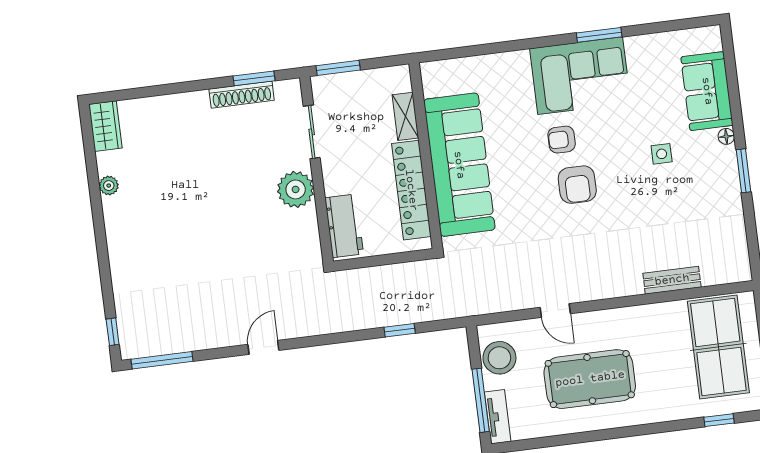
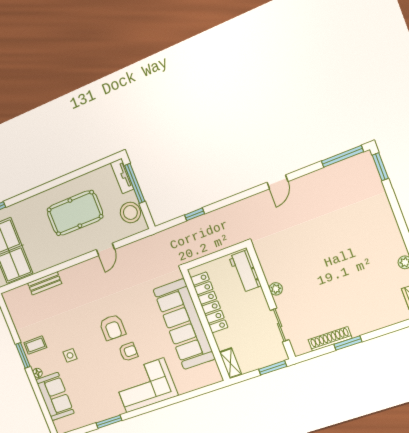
window: (599, 35) -> (109, 422), moved
corner sofa: (580, 76) -> (145, 385), moved
window: (254, 78) -> (348, 343), moved
shelving: (405, 116) -> (230, 363), moved
coffee table: (717, 183) -> (35, 345), added
armchair: (577, 185) -> (112, 327), turned 180
plant: (296, 189) -> (276, 289), width x0.53, depth x0.53
door: (555, 311) -> (105, 249), swing flipped
window: (113, 332) -> (380, 167), width x1.50

